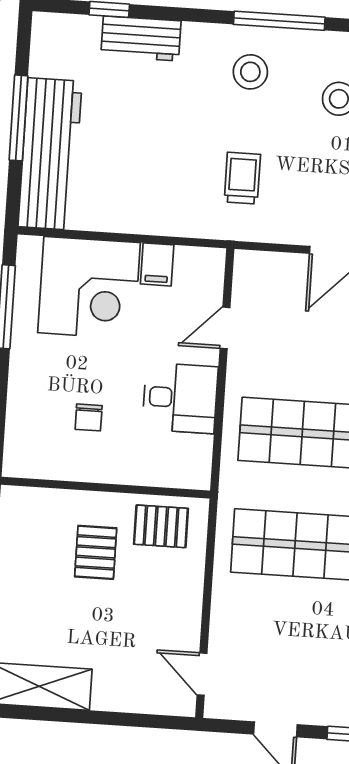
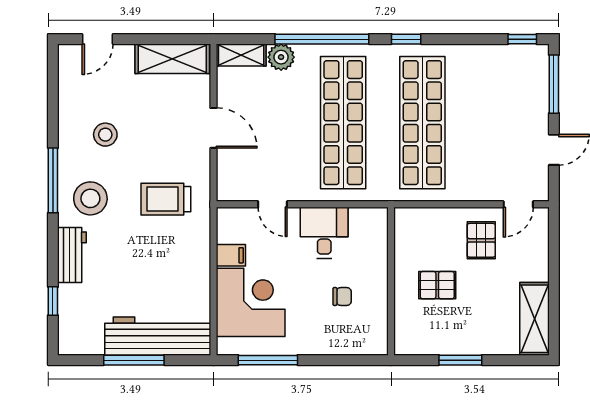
workbench: (141, 38) -> (72, 255), moved
stool: (250, 72) -> (90, 198), width x1.38, depth x1.38
trolley: (242, 178) -> (166, 199), width x1.36, depth x1.39
pallet: (161, 526) -> (481, 240), moved

